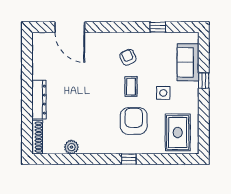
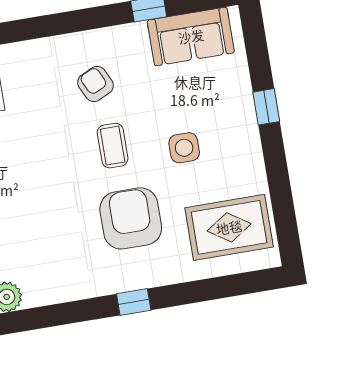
sofa: (188, 62) -> (191, 36), moved, turned -90
rug: (178, 132) -> (229, 227), turned 90

